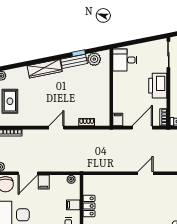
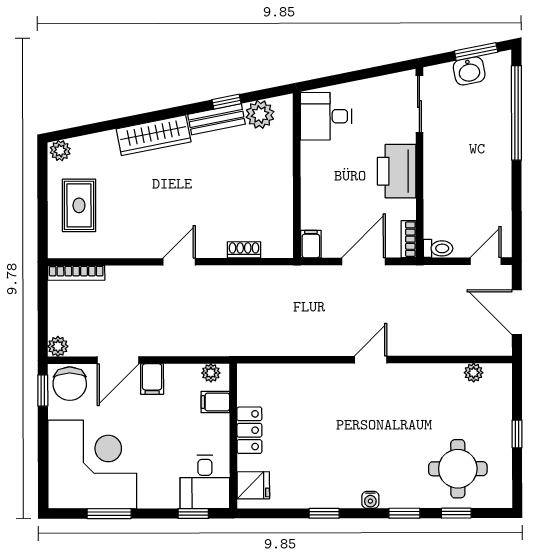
filing cabinet: (73, 205) -> (215, 402), moved

